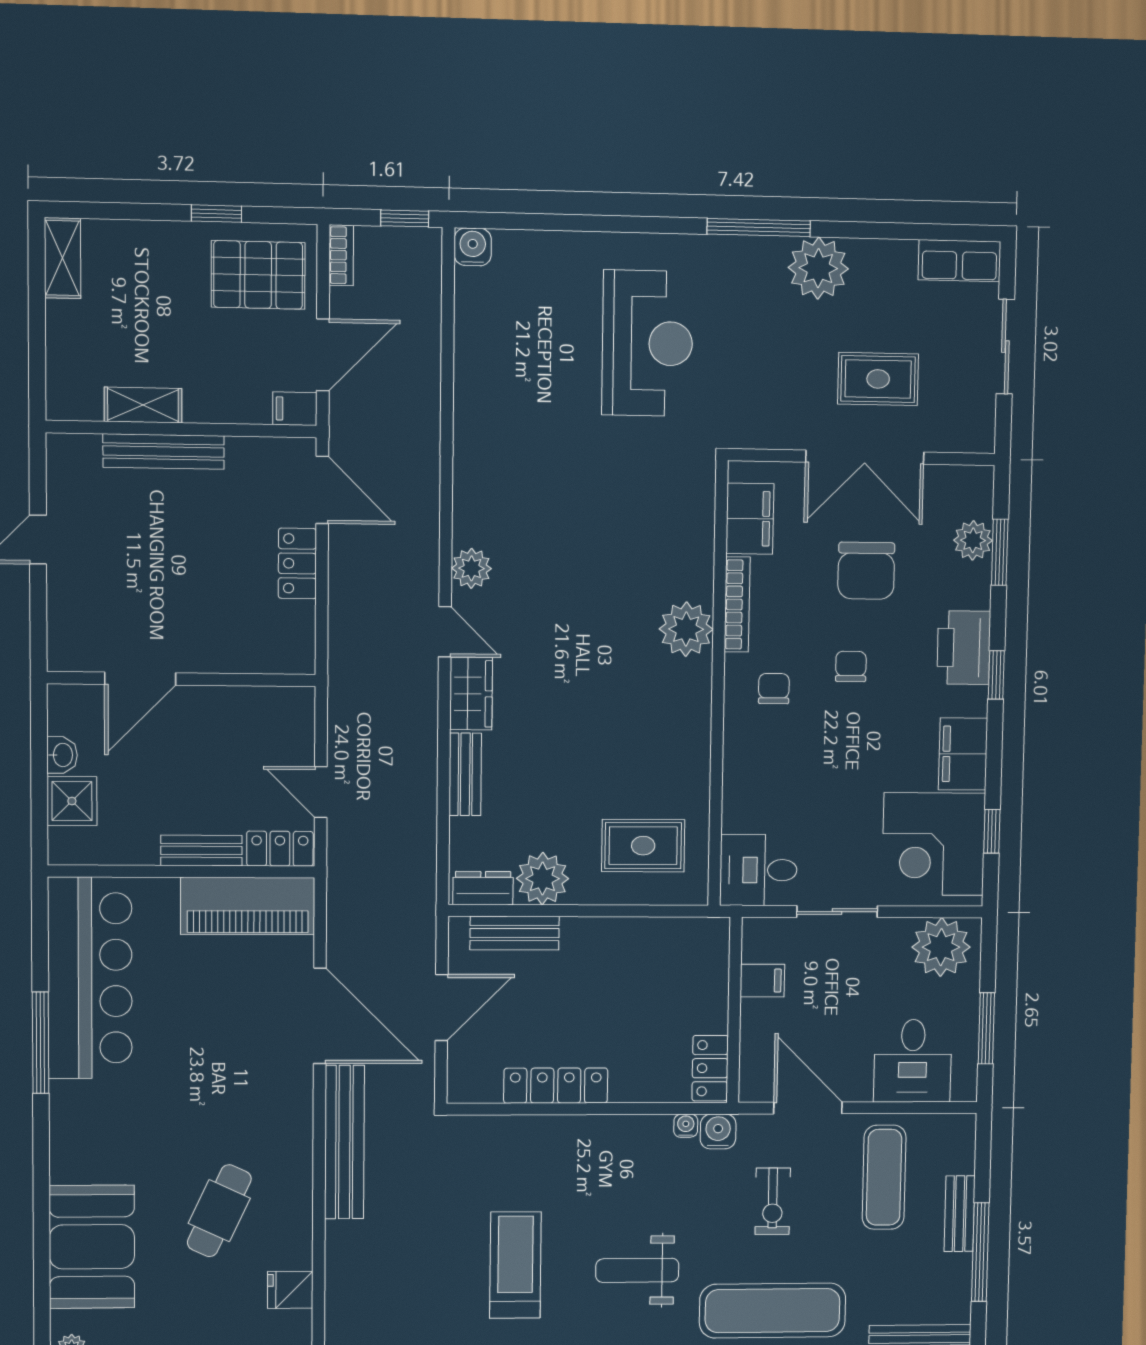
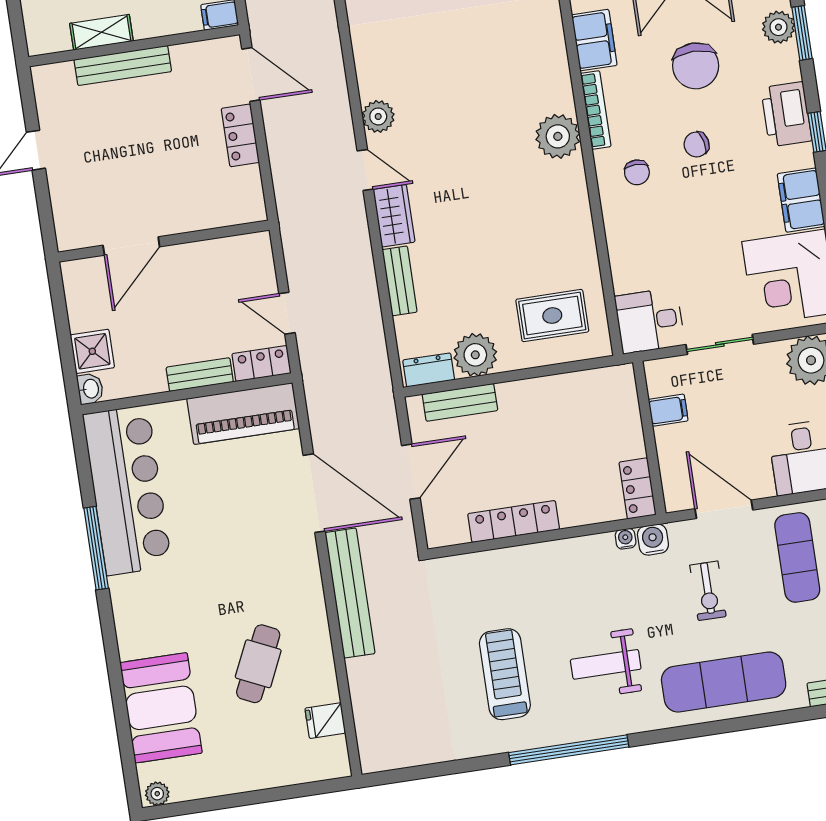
chair: (851, 666) -> (697, 144), turned -103
chair: (774, 689) -> (637, 172), turned 180
washbasin: (62, 755) -> (90, 389), moved

